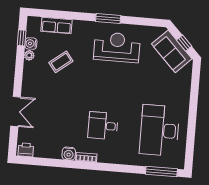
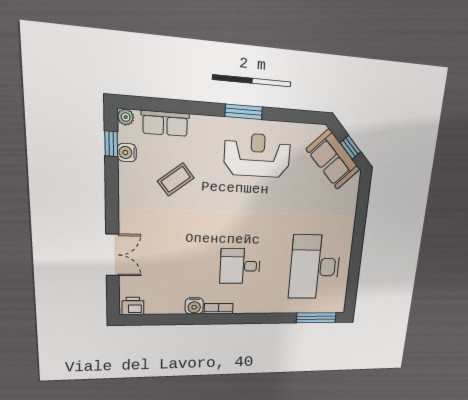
plant: (29, 55) -> (126, 117), moved

